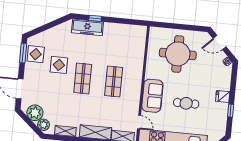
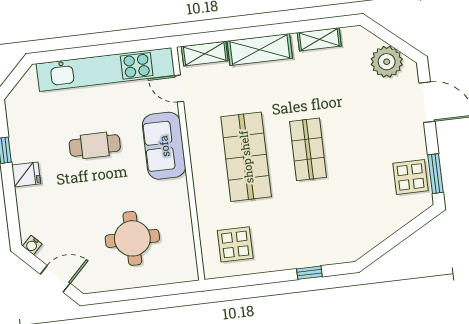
freezer: (87, 27) -> (321, 252), removed
round table: (178, 54) -> (132, 238), width x0.73, depth x0.73
display table: (59, 65) -> (235, 244), moved
shop shelf: (114, 82) -> (246, 157), width x1.43, depth x1.36
plant: (43, 125) -> (365, 42), removed

